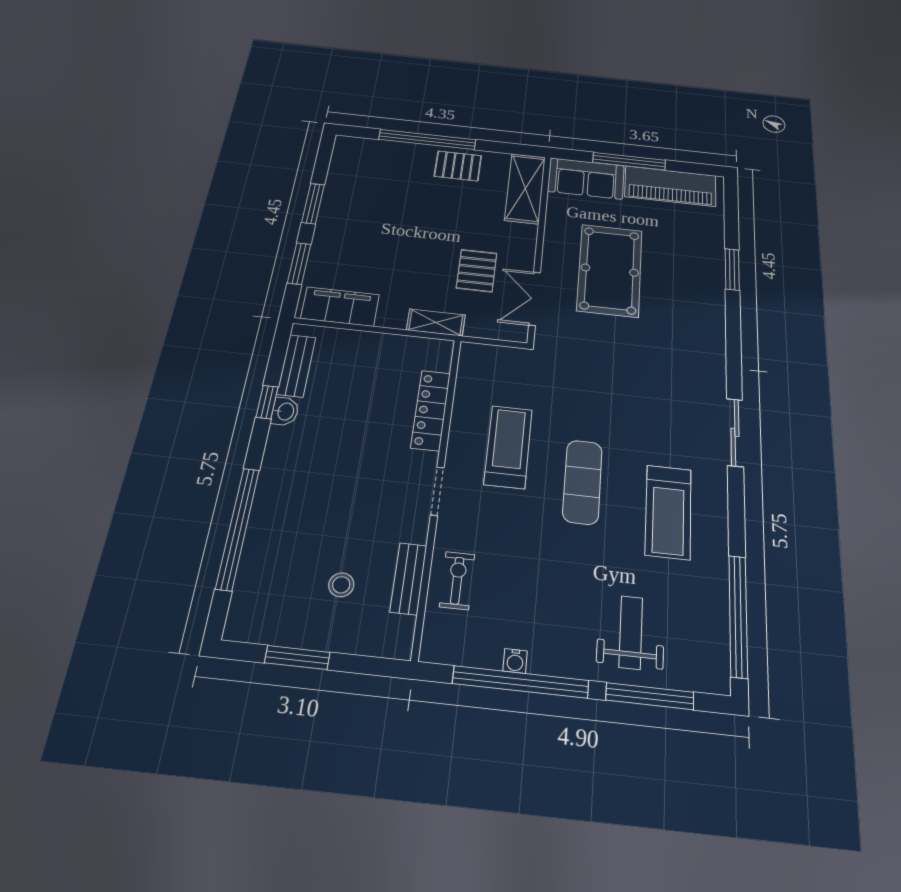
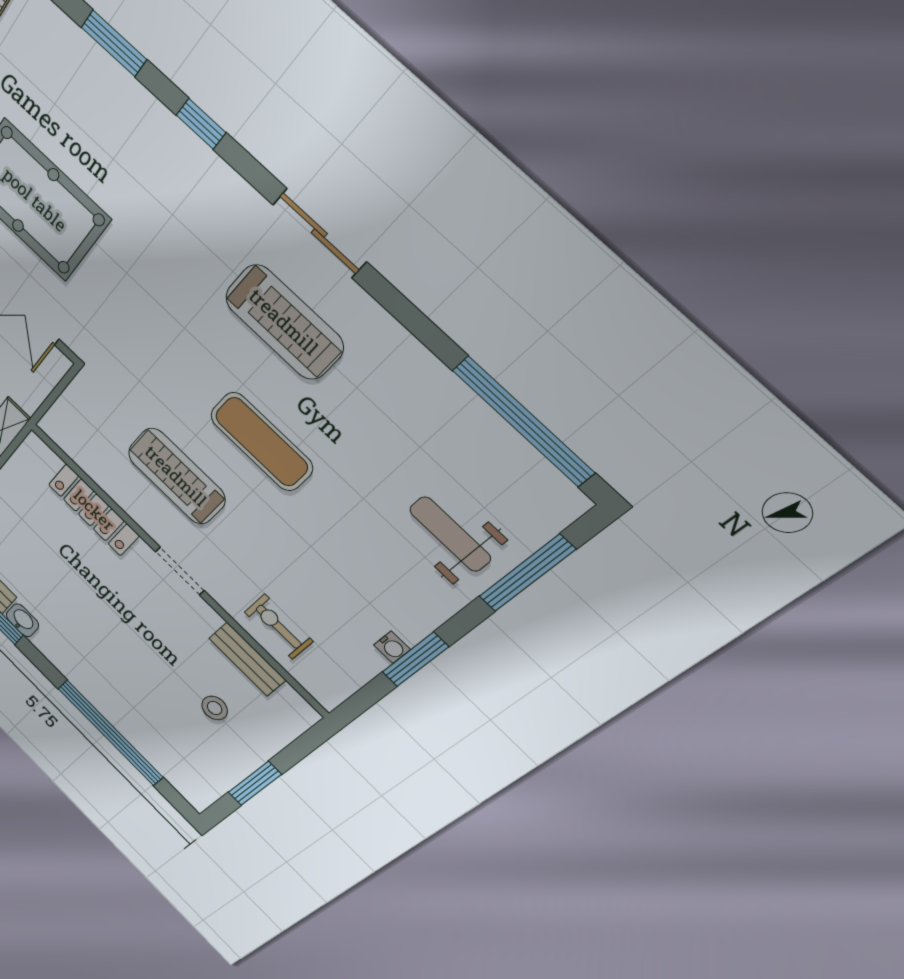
window: (733, 336) -> (201, 124), added
treadmill: (668, 512) -> (284, 322), moved
window: (521, 682) -> (415, 659), width x0.47

